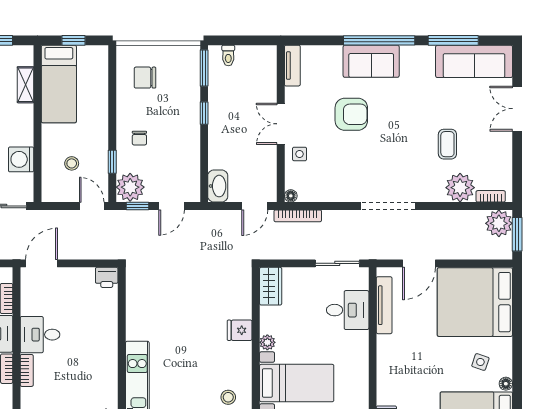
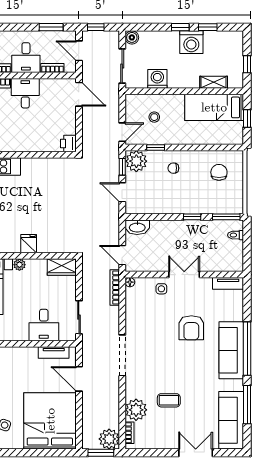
sofa: (371, 61) -> (231, 350), width x1.36
tv unit: (384, 305) -> (54, 353), width x0.71

